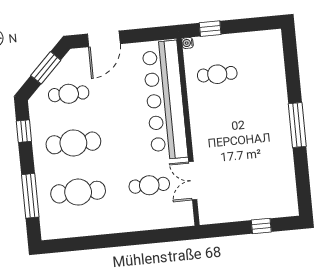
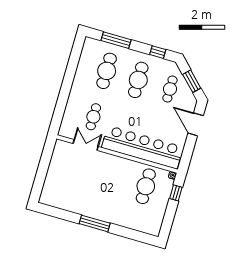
cafe table: (217, 74) -> (146, 186), width x1.37, depth x1.35
window: (261, 226) -> (41, 176), removed

